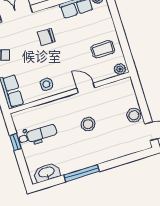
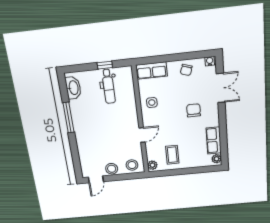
stool: (88, 124) -> (132, 165), moved

